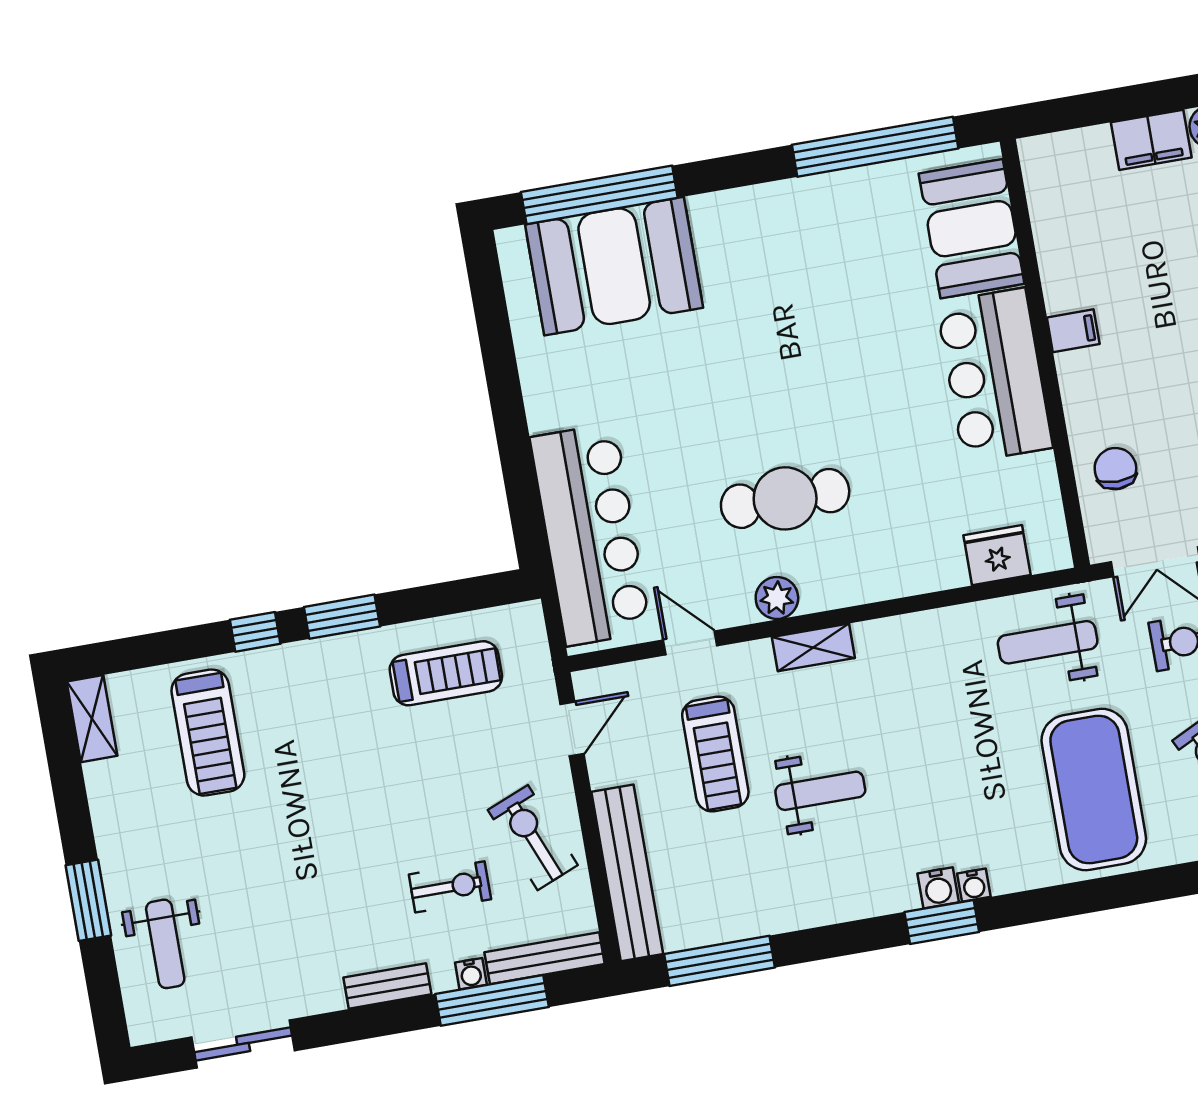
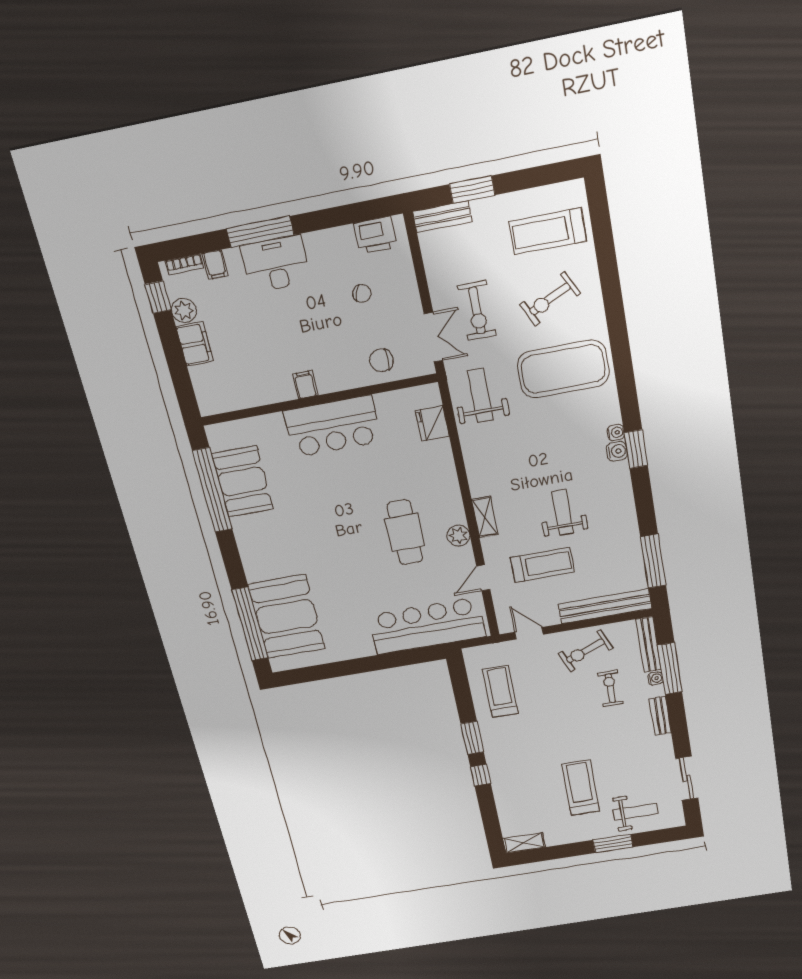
booth: (972, 229) -> (242, 481), moved, turned 90
weight bench: (1048, 642) -> (480, 395), turned 180
treadmill: (208, 733) -> (581, 788), moved, turned -90

